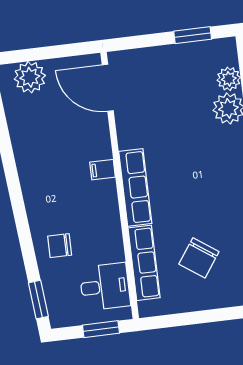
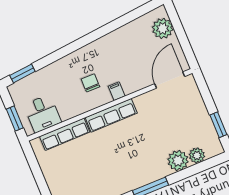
chair: (60, 246) -> (90, 83), moved
chair: (199, 258) -> (78, 168), removed

